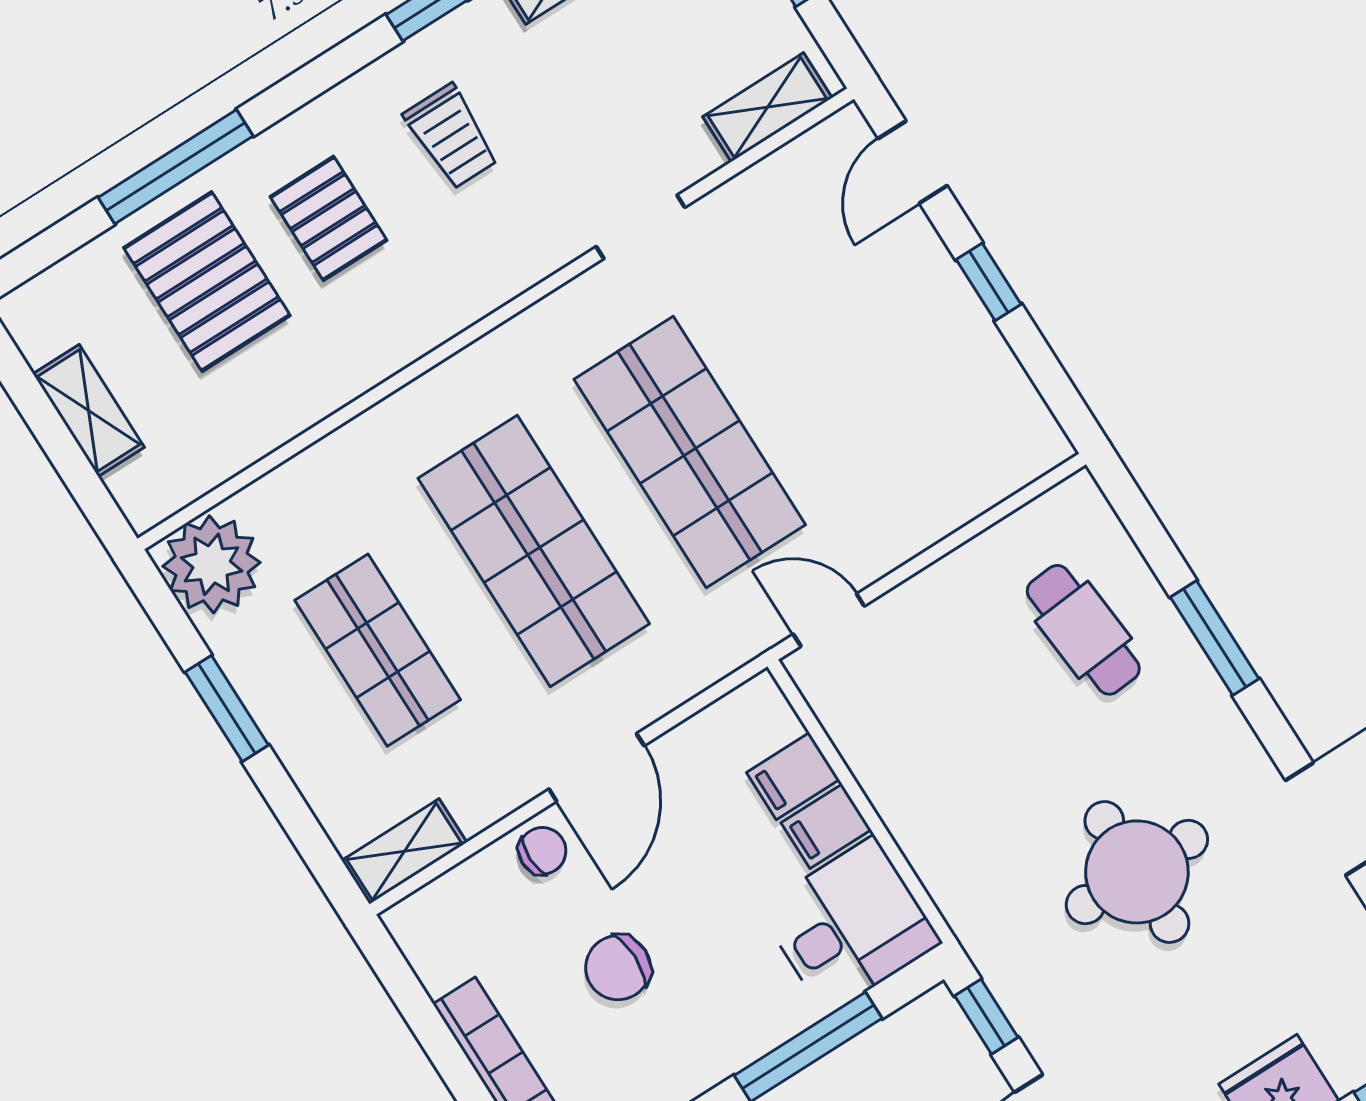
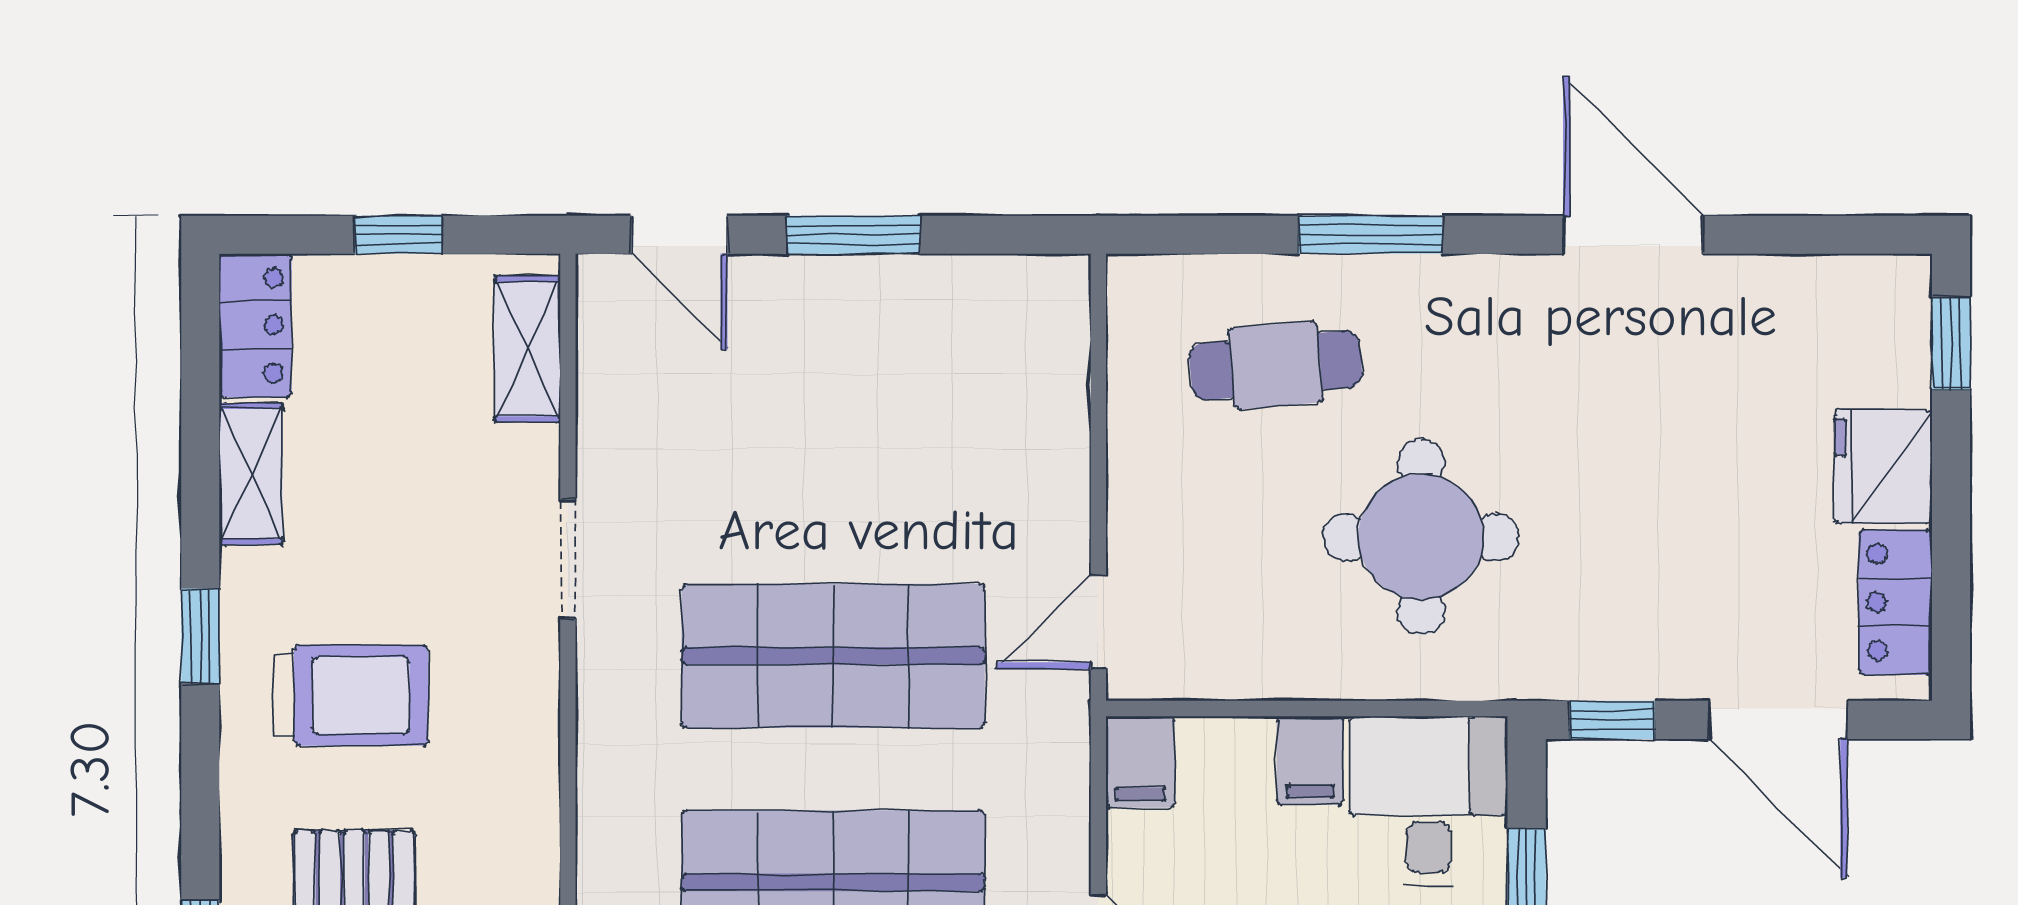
trolley: (451, 136) -> (350, 695), width x1.36, depth x1.39
window: (989, 282) -> (853, 235), width x1.50
filing cabinet: (793, 776) -> (1140, 762), moved
round table: (1137, 872) -> (1421, 537), moved

